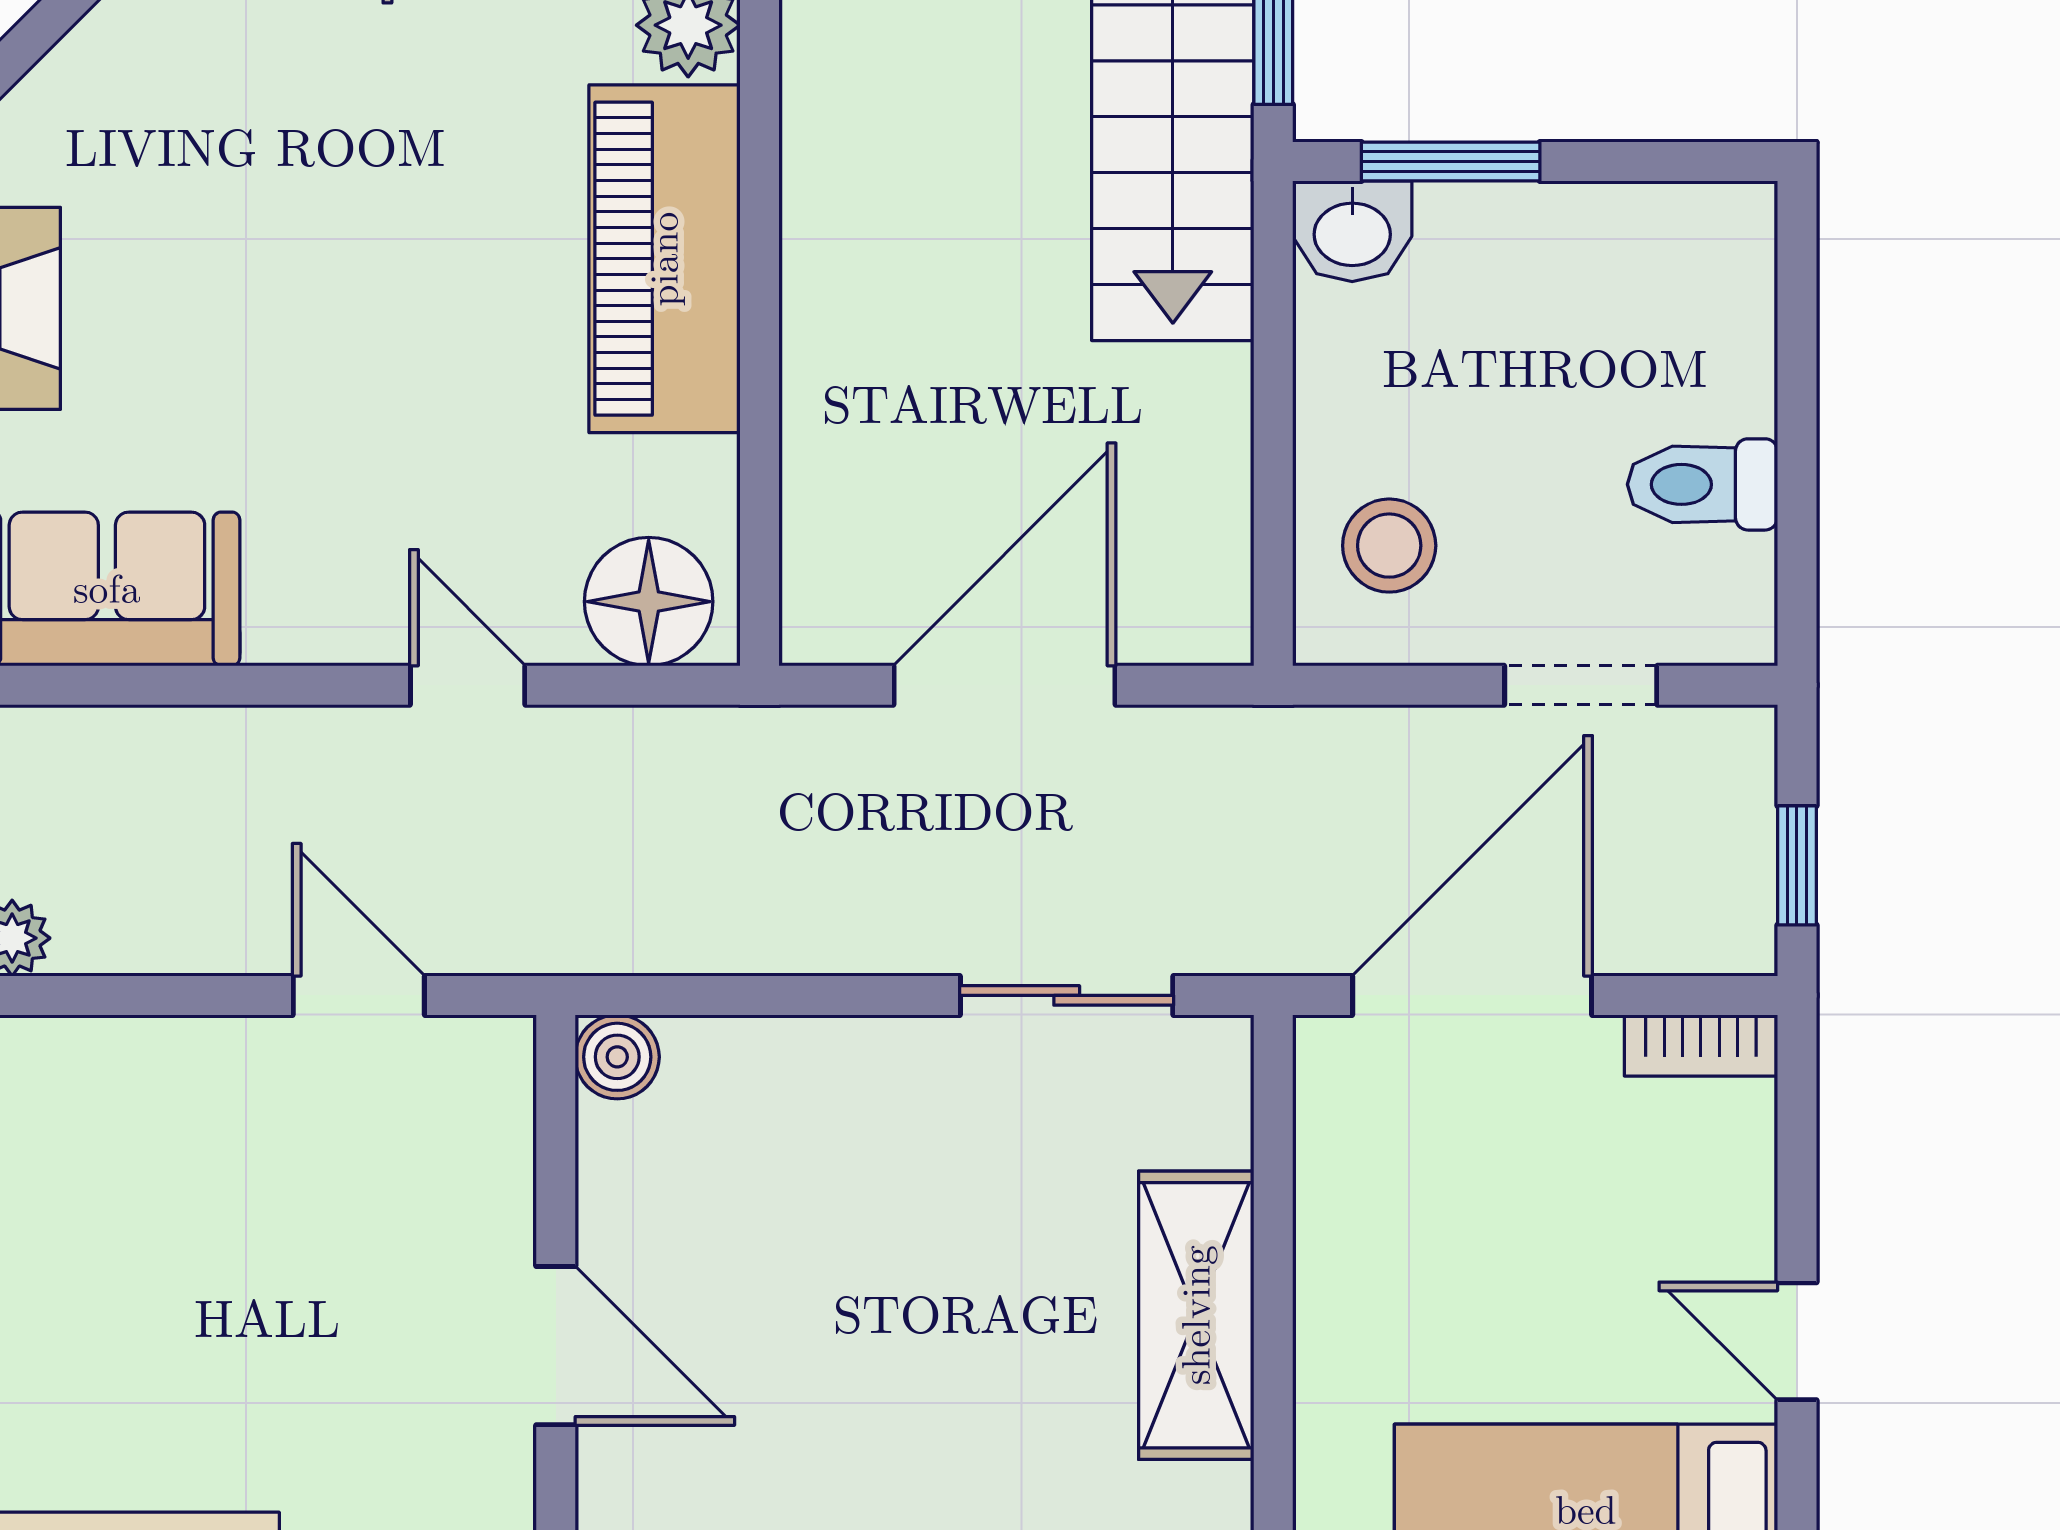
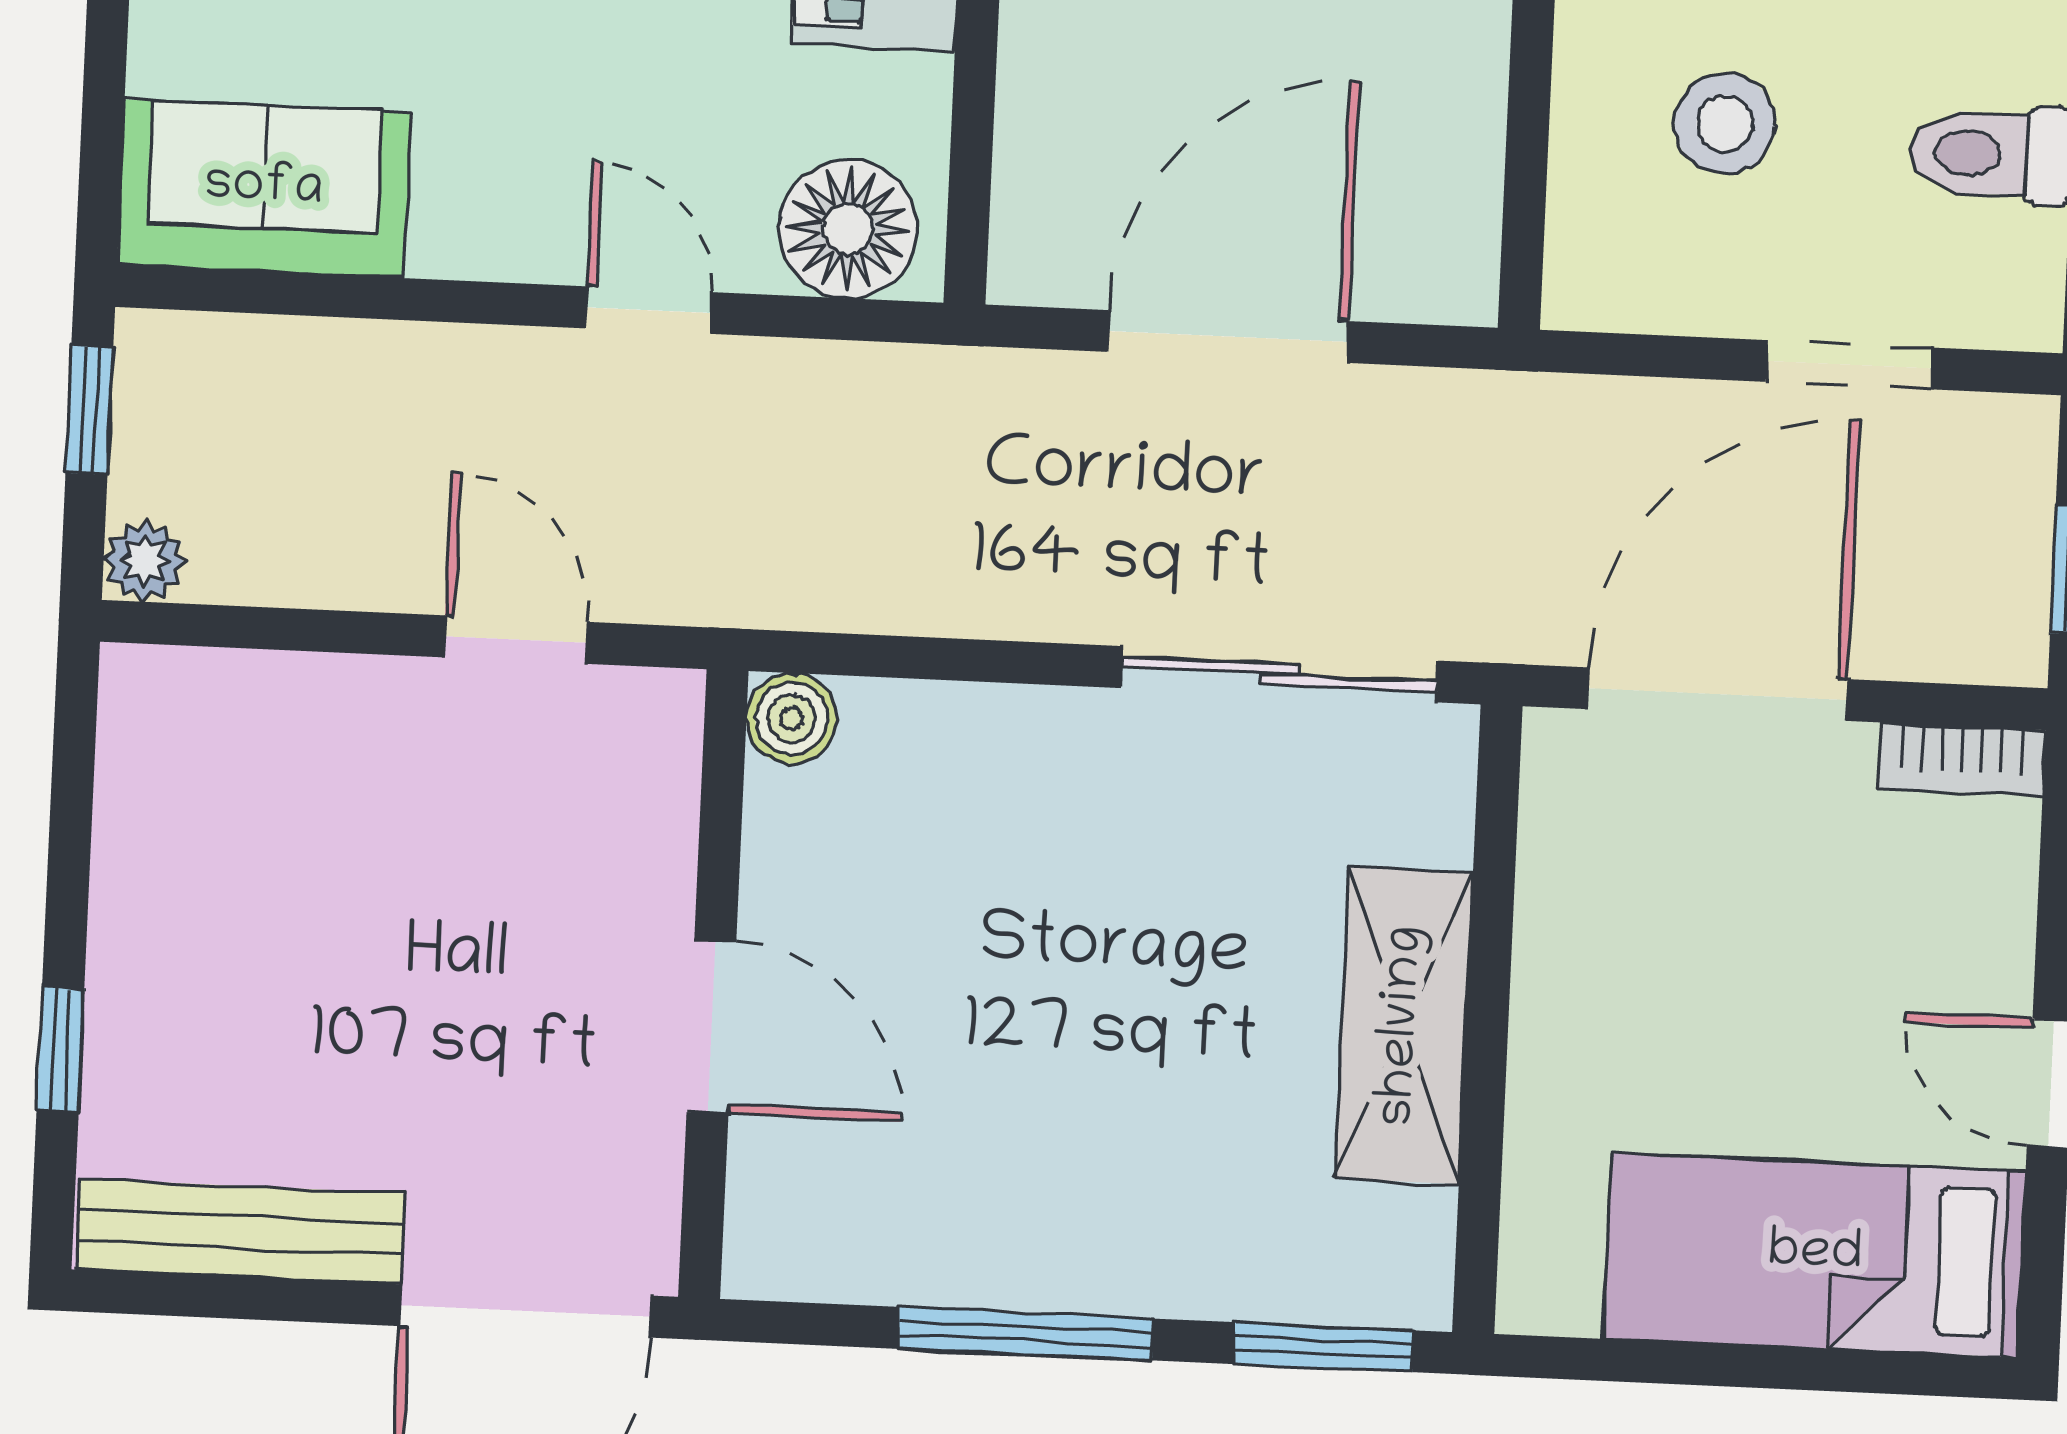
stool: (1389, 546) -> (1725, 124), moved
sliding door: (1067, 995) -> (1280, 674), width x1.37

